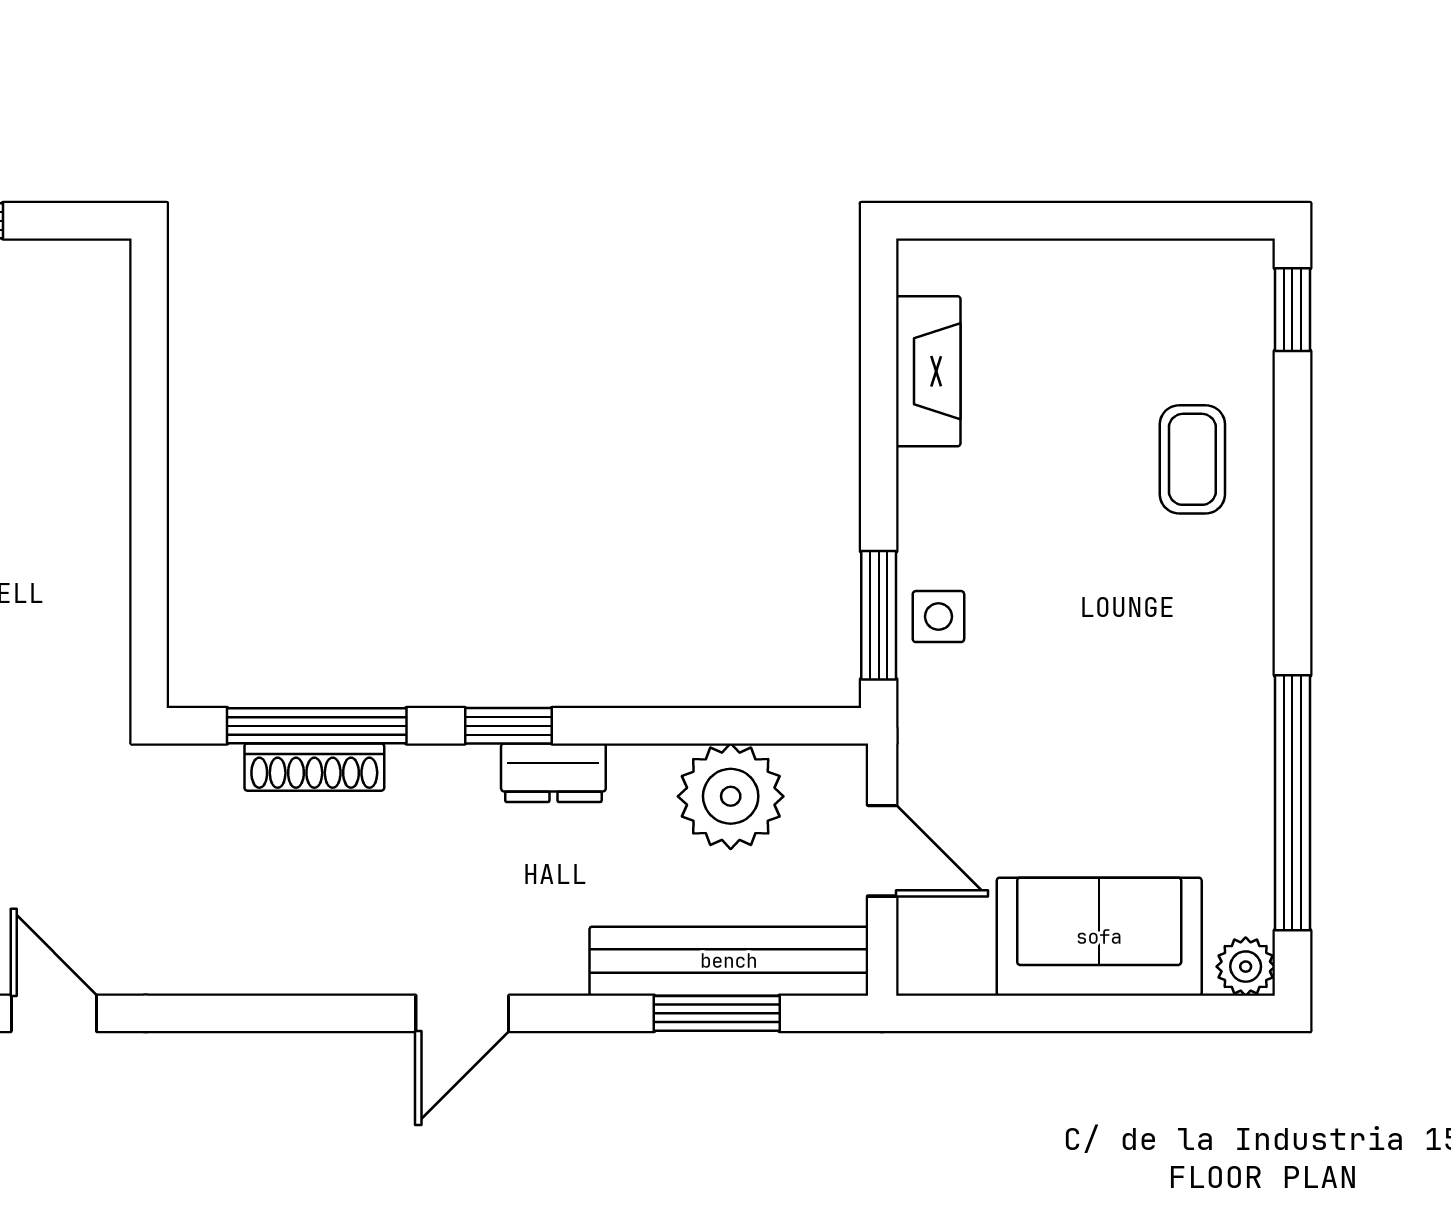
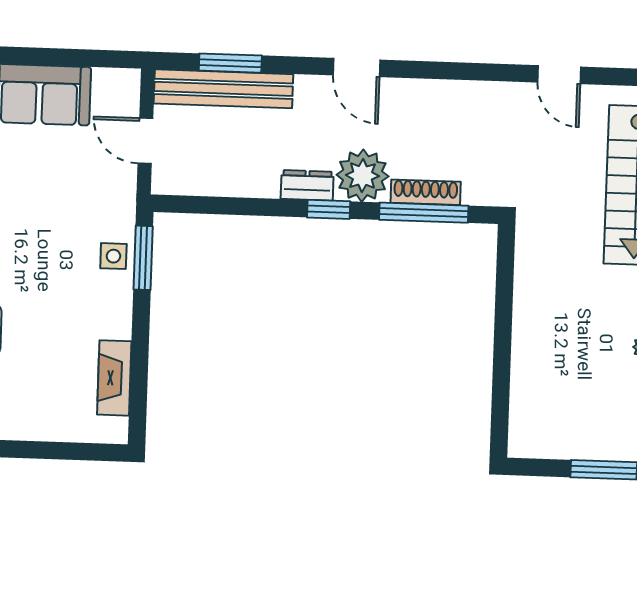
plant: (731, 796) -> (363, 176), moved
door: (462, 1013) -> (357, 68), swing flipped

